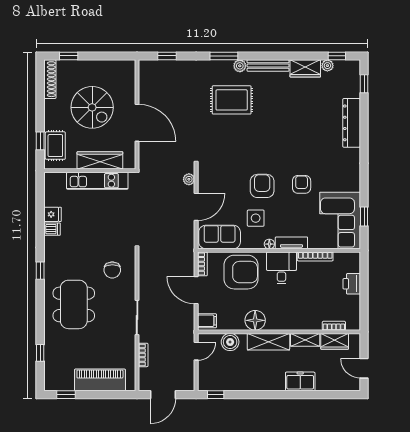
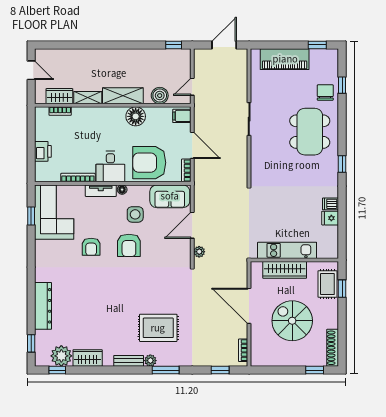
bench: (268, 66) -> (129, 361), width x0.73
plant: (327, 66) -> (61, 356), width x1.88, depth x1.88
chair: (112, 270) -> (325, 93), moved
bookcase: (143, 355) -> (243, 350), moved
freezer: (300, 381) -> (92, 58), removed

